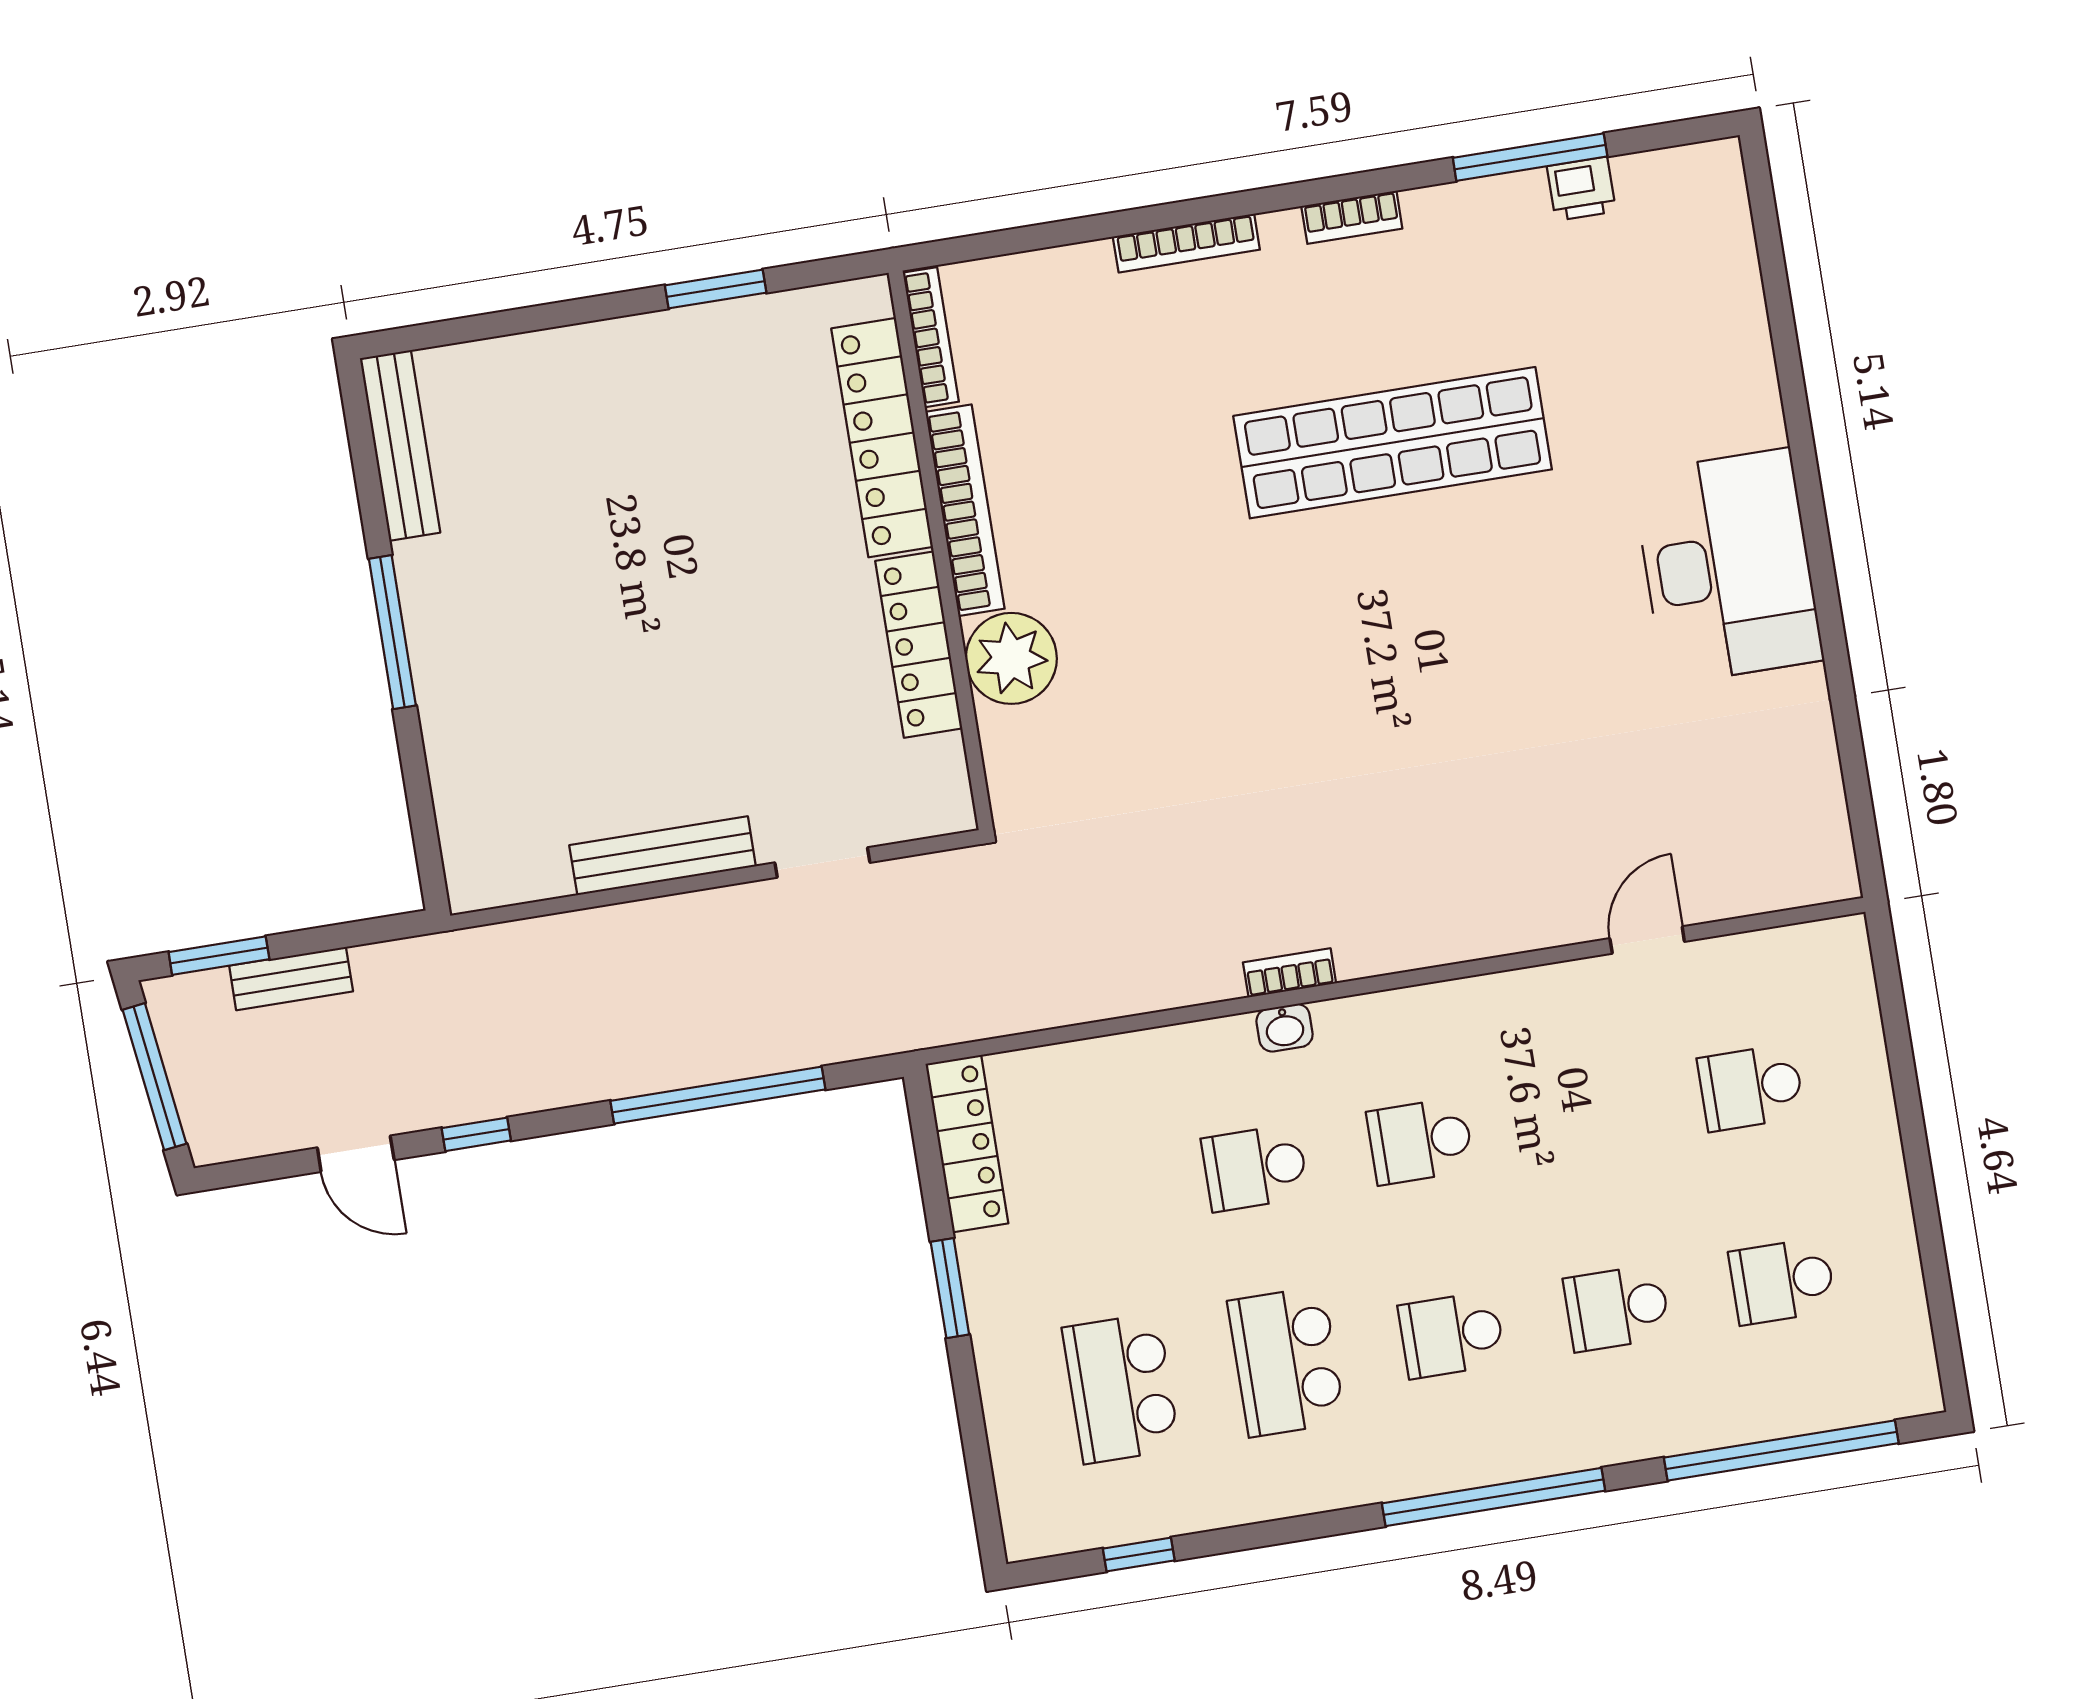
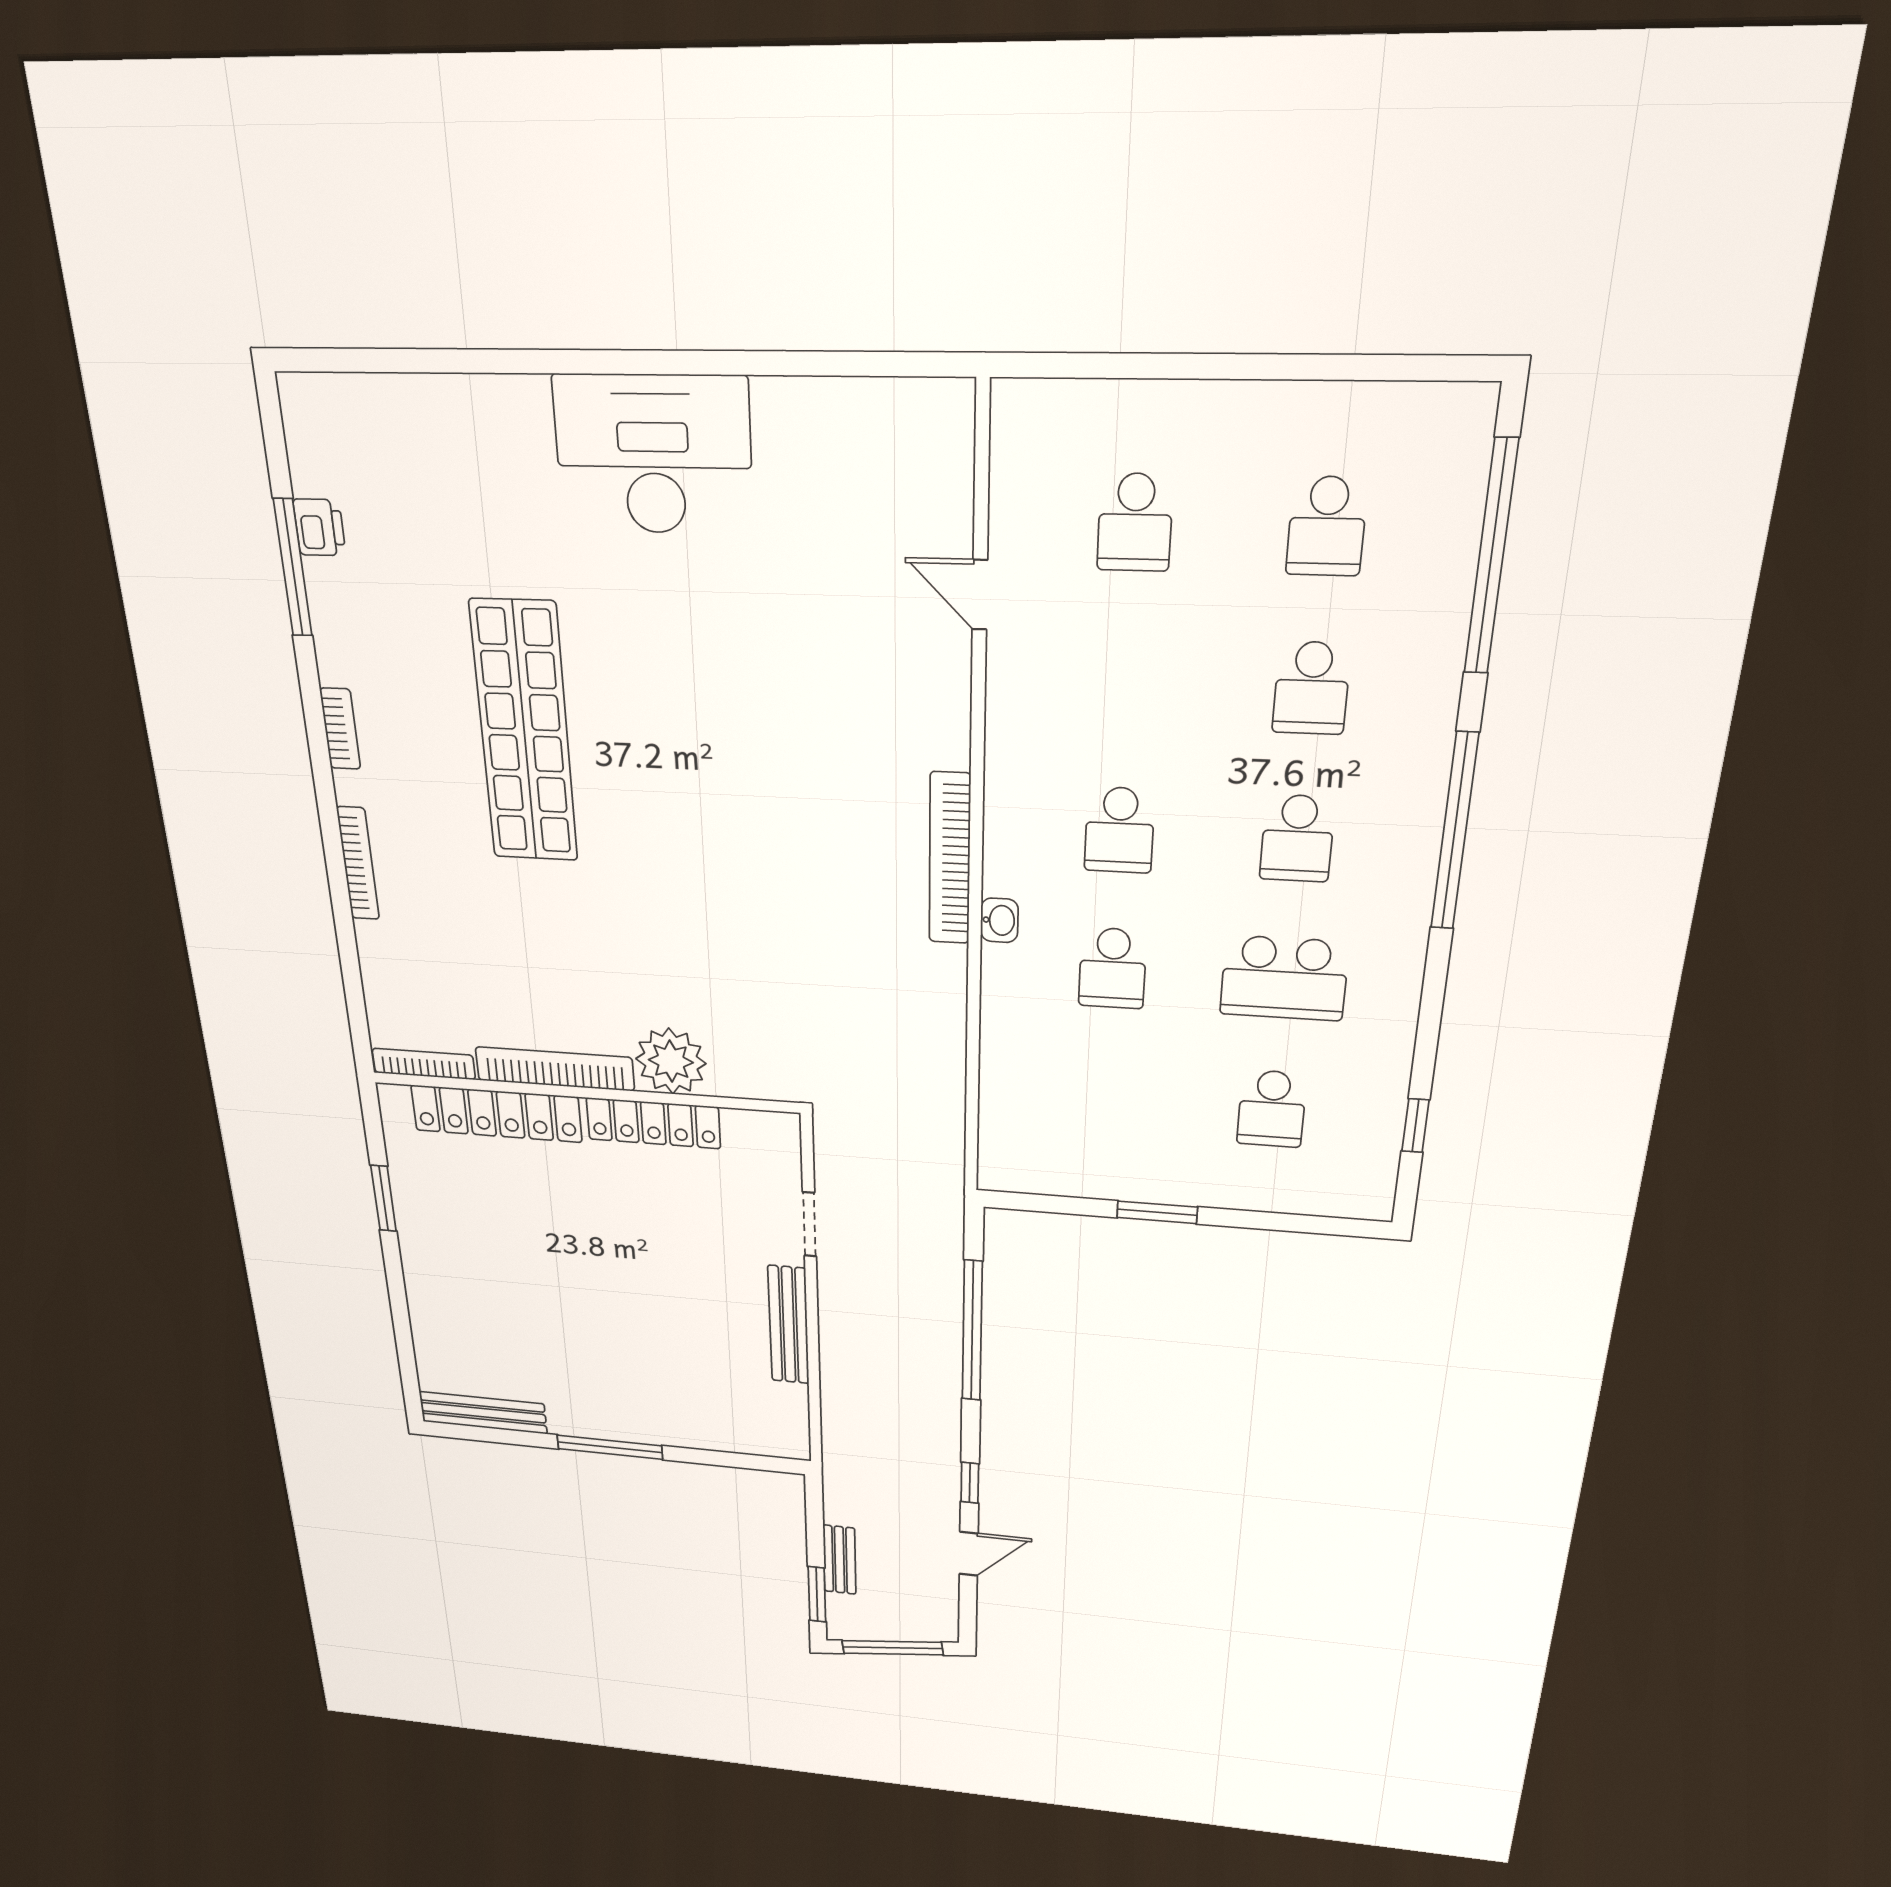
bookcase: (1290, 973) -> (950, 859), width x2.31, depth x1.31
locker: (967, 1144) -> (1045, 1175), removed
school desk: (1121, 1388) -> (1272, 1109), width x0.54

